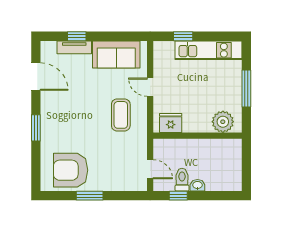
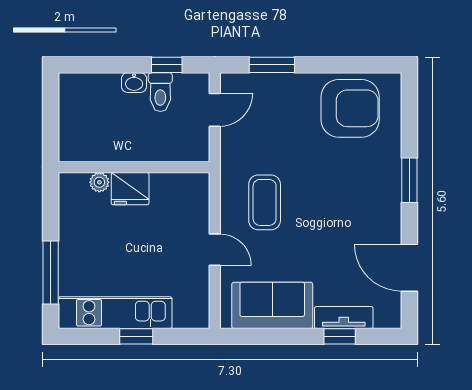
window: (183, 36) -> (136, 336), moved
window: (246, 88) -> (51, 273), moved
plant: (223, 122) -> (99, 182), width x0.53, depth x0.53
fridge: (171, 123) -> (130, 189), moved
door: (150, 169) -> (215, 110), swing flipped
window: (90, 196) -> (272, 65), moved

